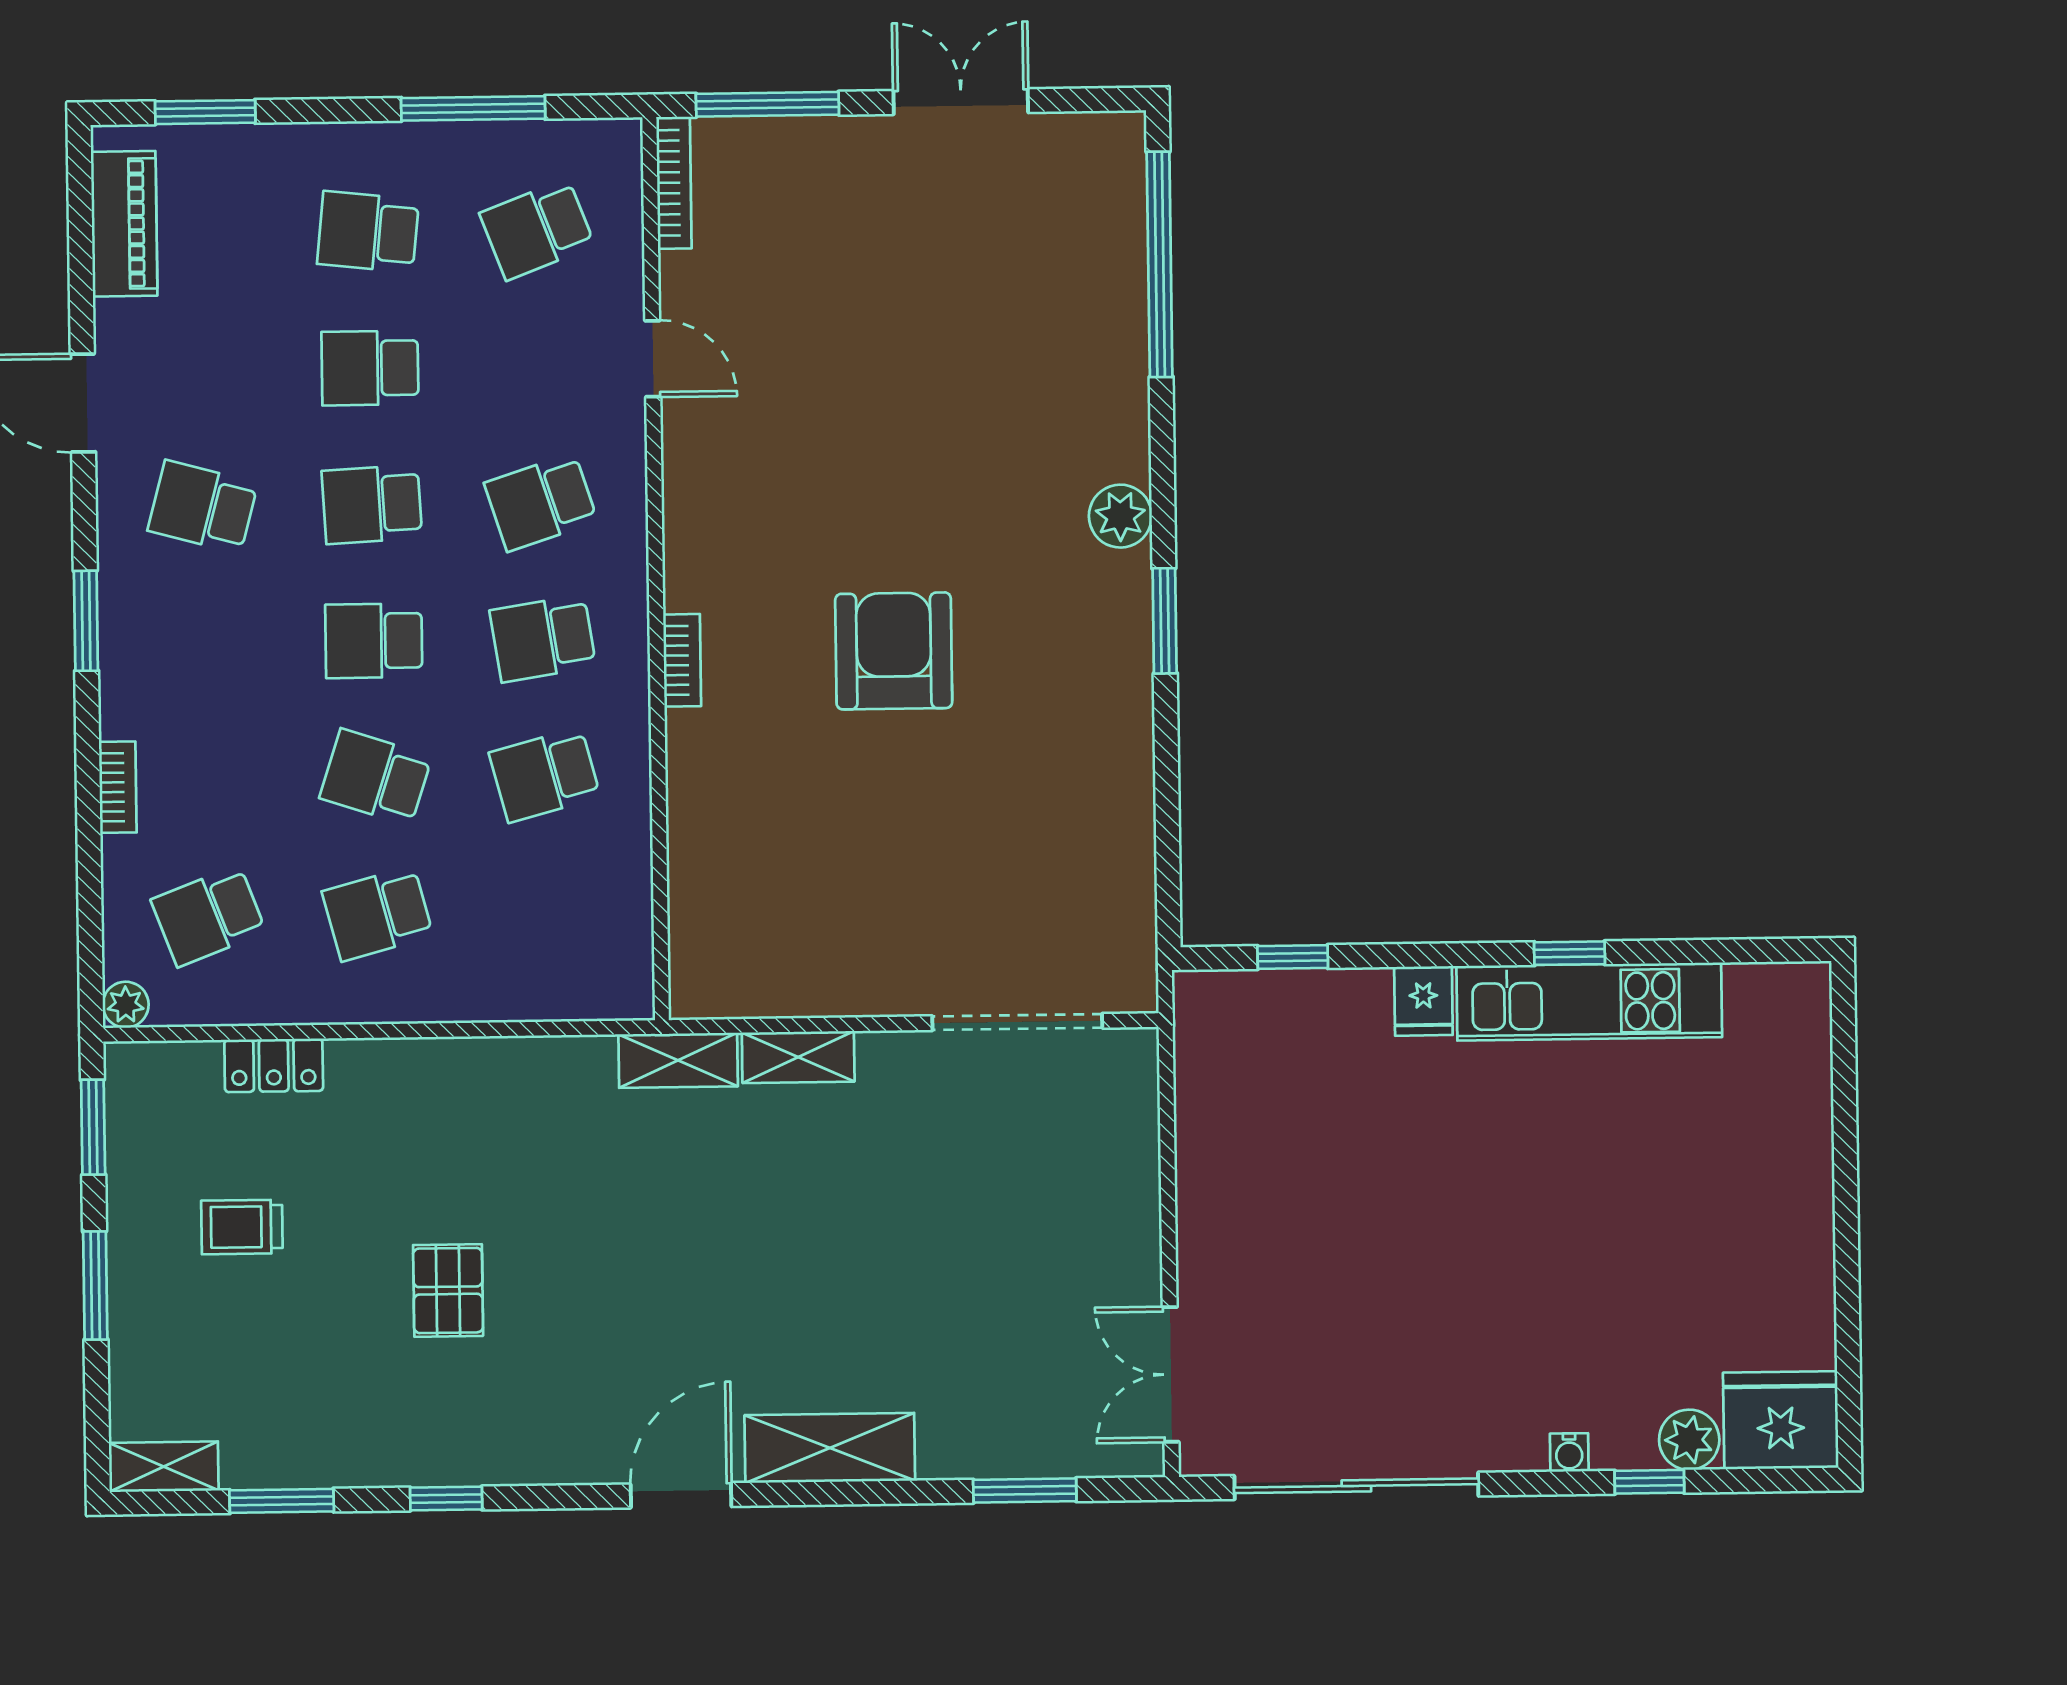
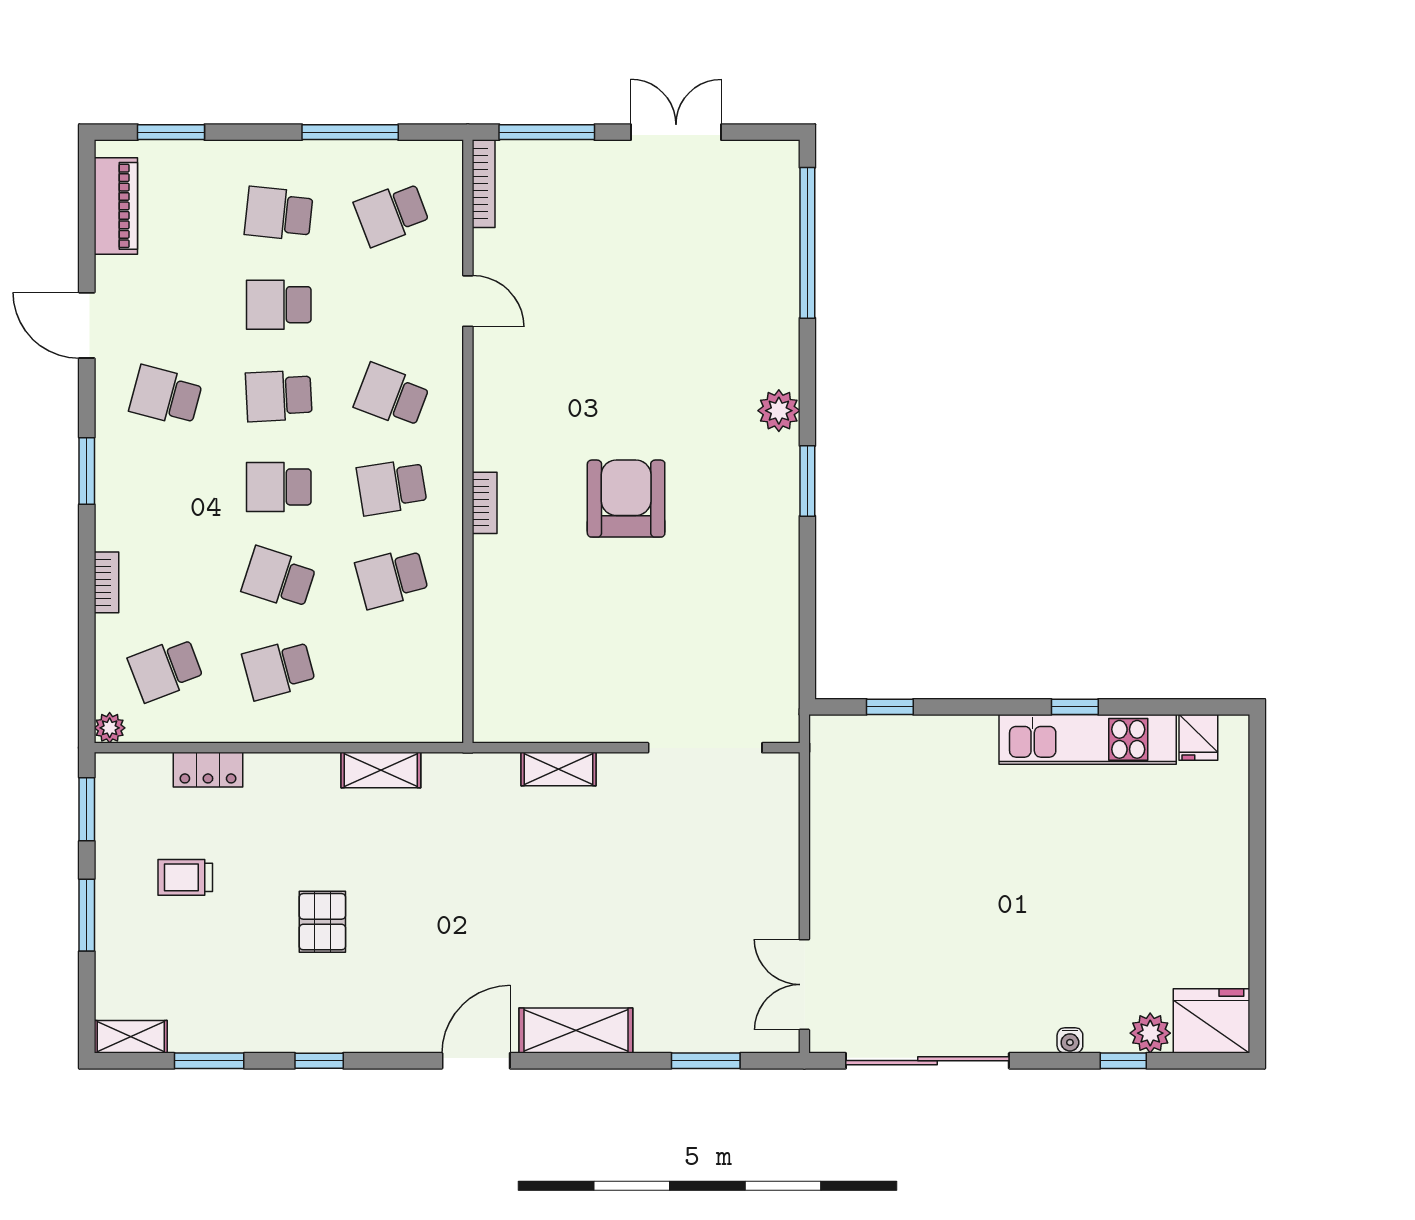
school desk: (541, 502) -> (392, 396), turned 39
fridge: (1423, 1001) -> (1198, 737), moved
shelving: (678, 1060) -> (381, 770), moved

